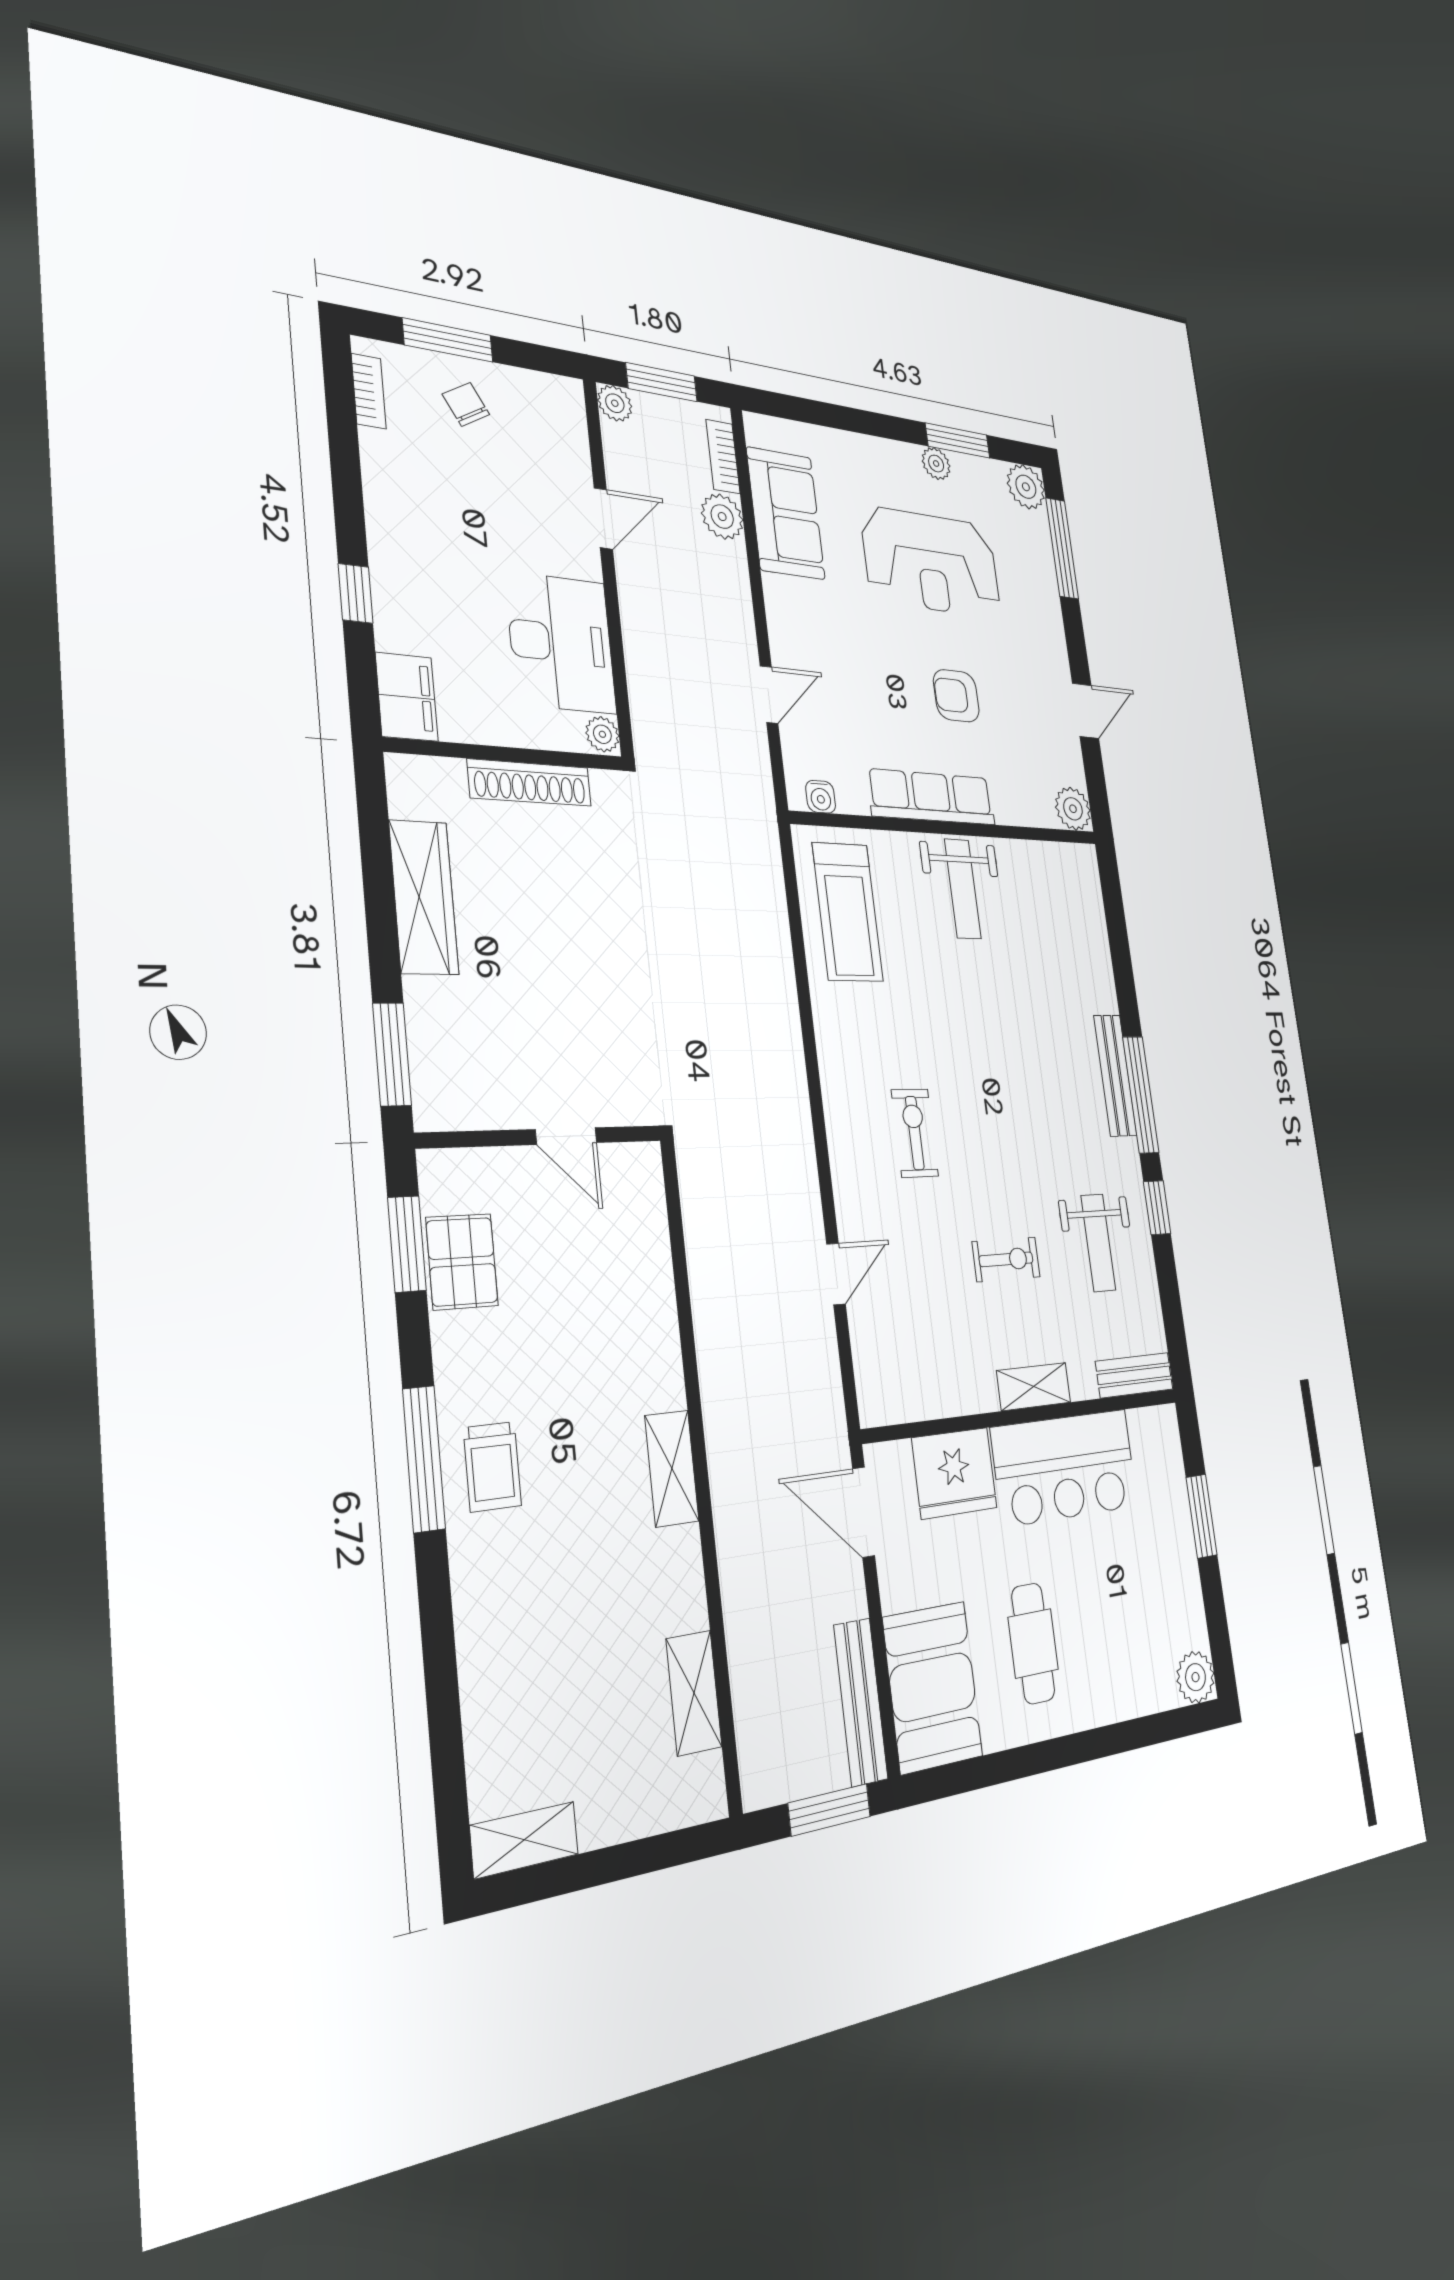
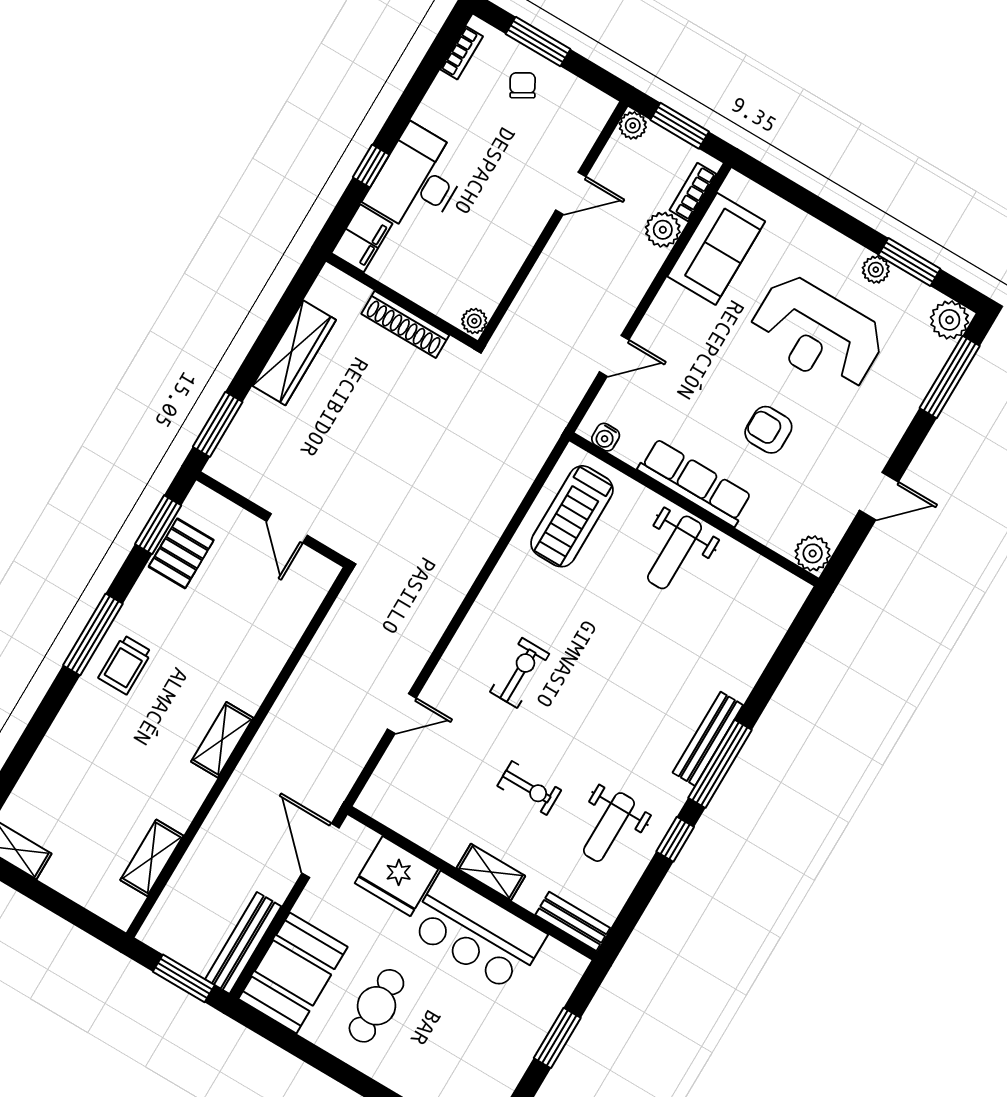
desk: (561, 643) -> (418, 180), moved, turned 180

